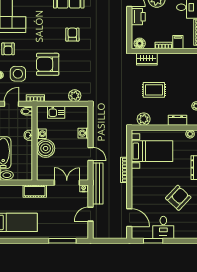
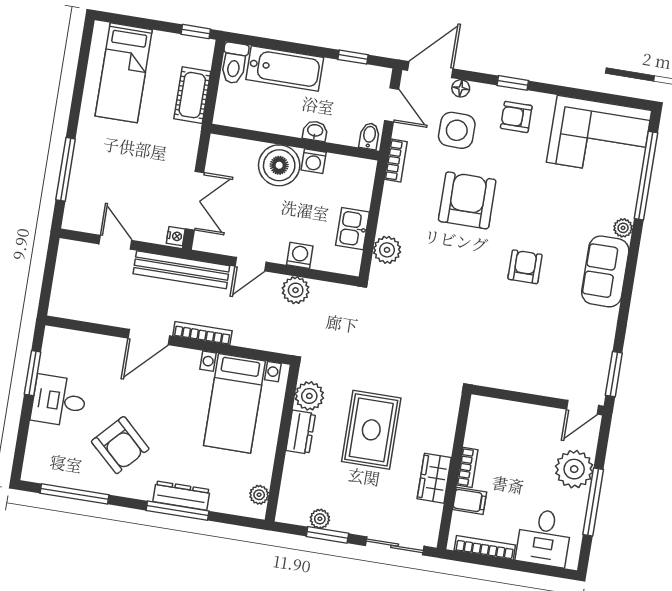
printer: (138, 17) -> (541, 421), removed
armchair: (72, 35) -> (525, 267), turned -90
floor lamp: (140, 43) -> (481, 415), removed
wardrobe: (147, 59) -> (434, 478), moved
rug: (154, 90) -> (371, 430), width x1.36, depth x1.43
kitchen sink: (56, 112) -> (352, 229), moved
dresser: (177, 120) -> (301, 432), moved
plant: (99, 133) -> (296, 290), added
cot: (35, 191) -> (192, 95), moved
door: (129, 218) -> (149, 337), moved

